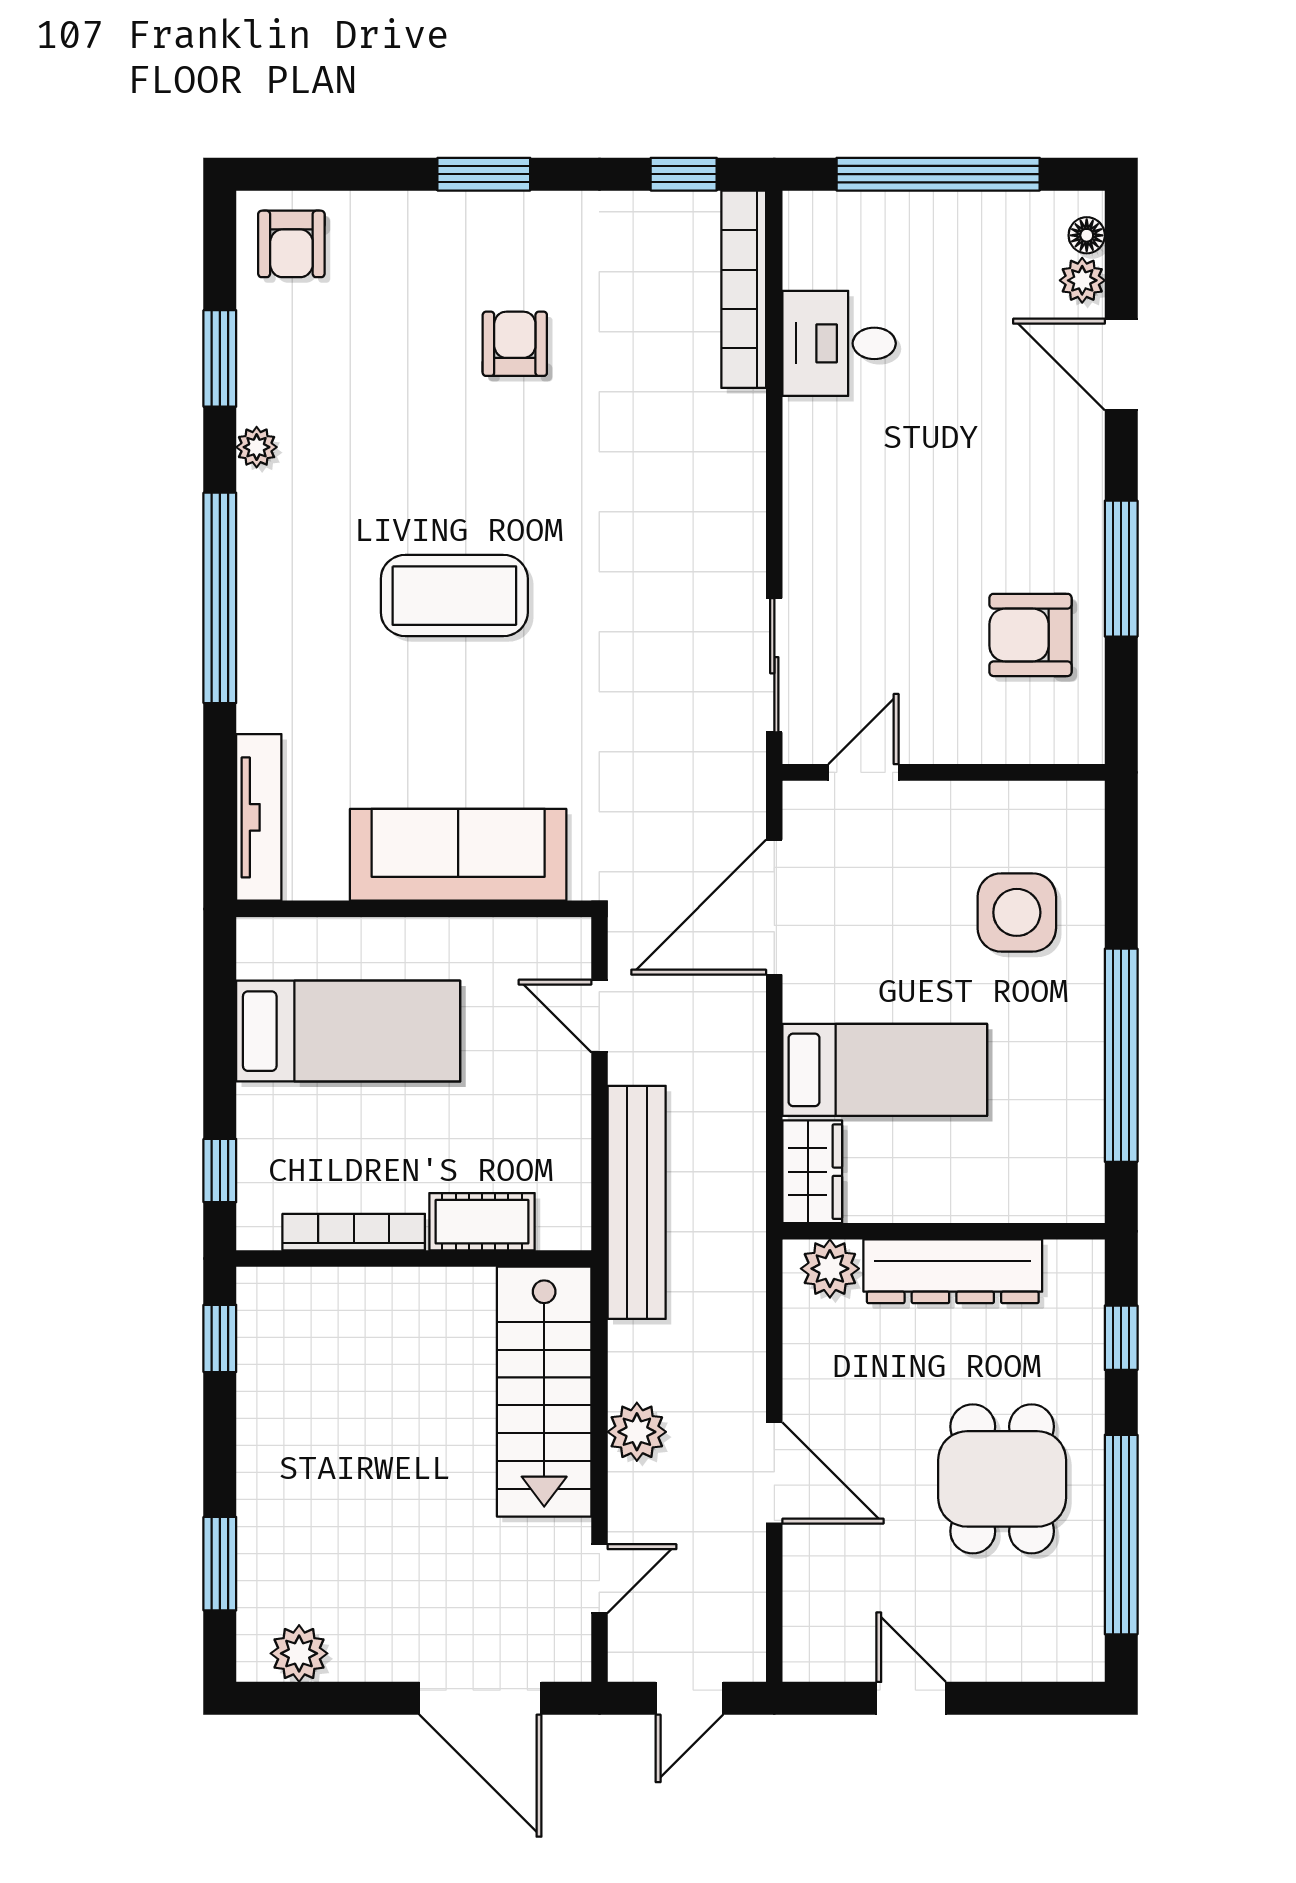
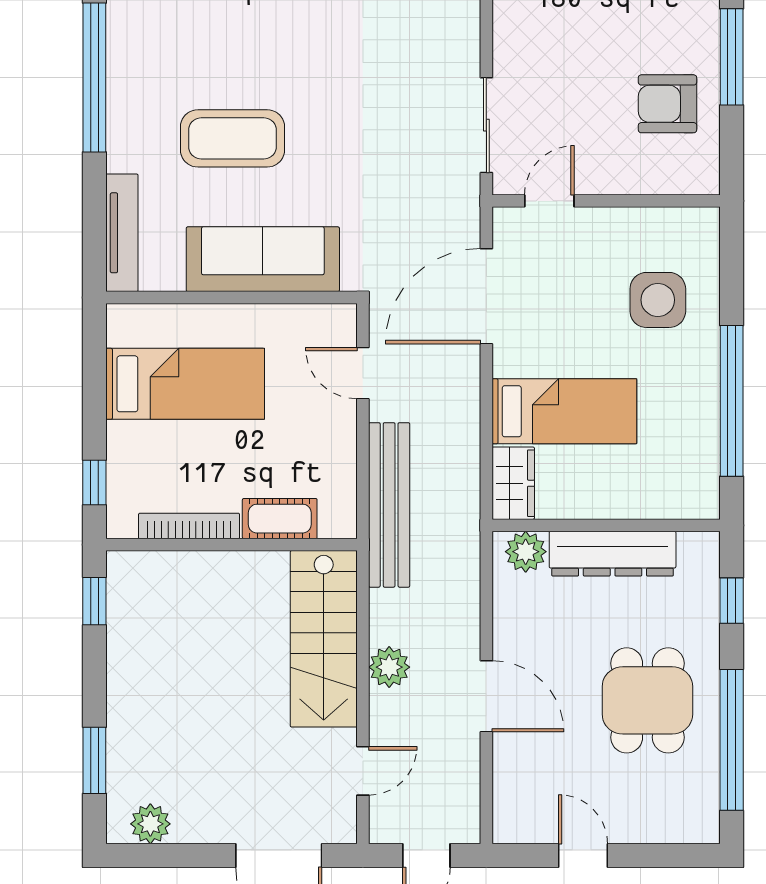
coffee table: (454, 596) -> (233, 138), moved

